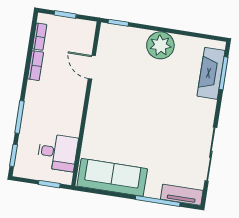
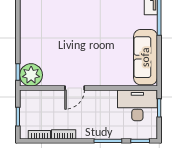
plant: (160, 45) -> (31, 75), moved
door: (92, 67) -> (75, 88), moved
desk: (57, 152) -> (137, 105), width x1.37

